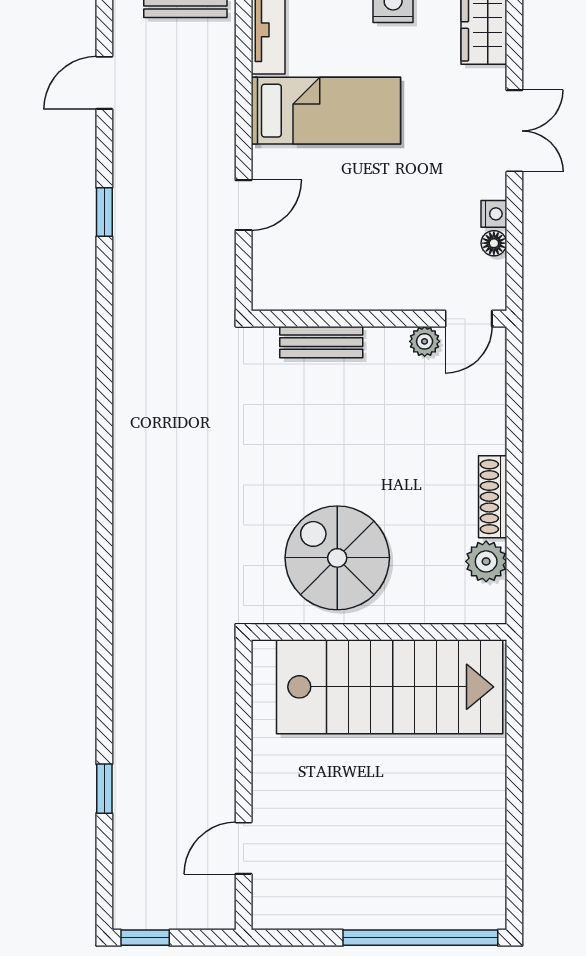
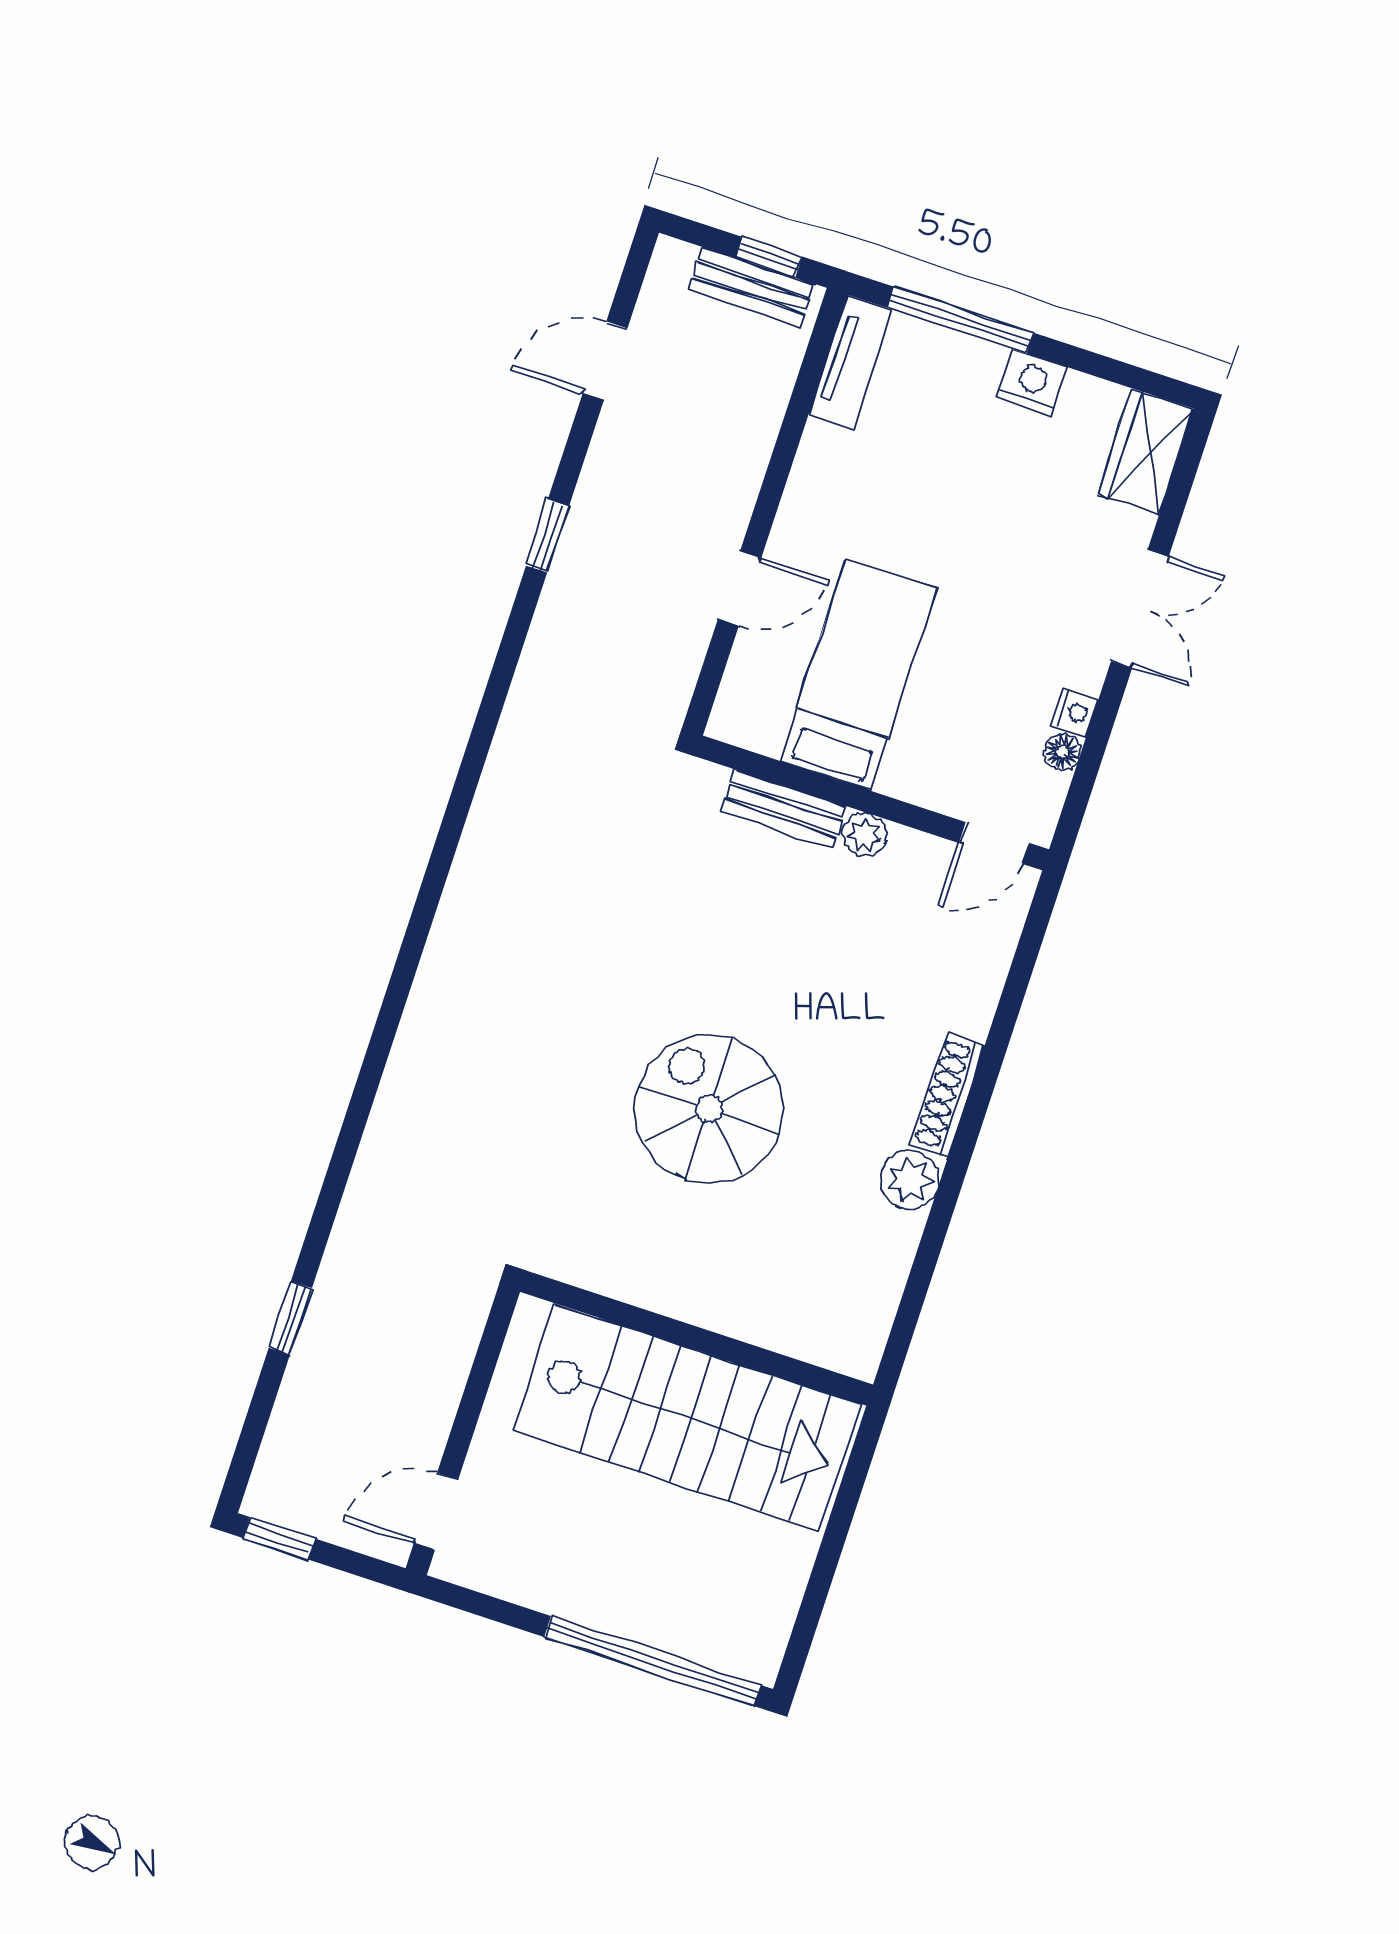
bed: (326, 111) -> (858, 675), moved, turned -90
plant: (425, 341) -> (865, 835), moved
wall: (379, 632) -> (697, 1338), moved
stairs: (390, 687) -> (687, 1417), moved
door: (244, 848) -> (436, 1511), moved

